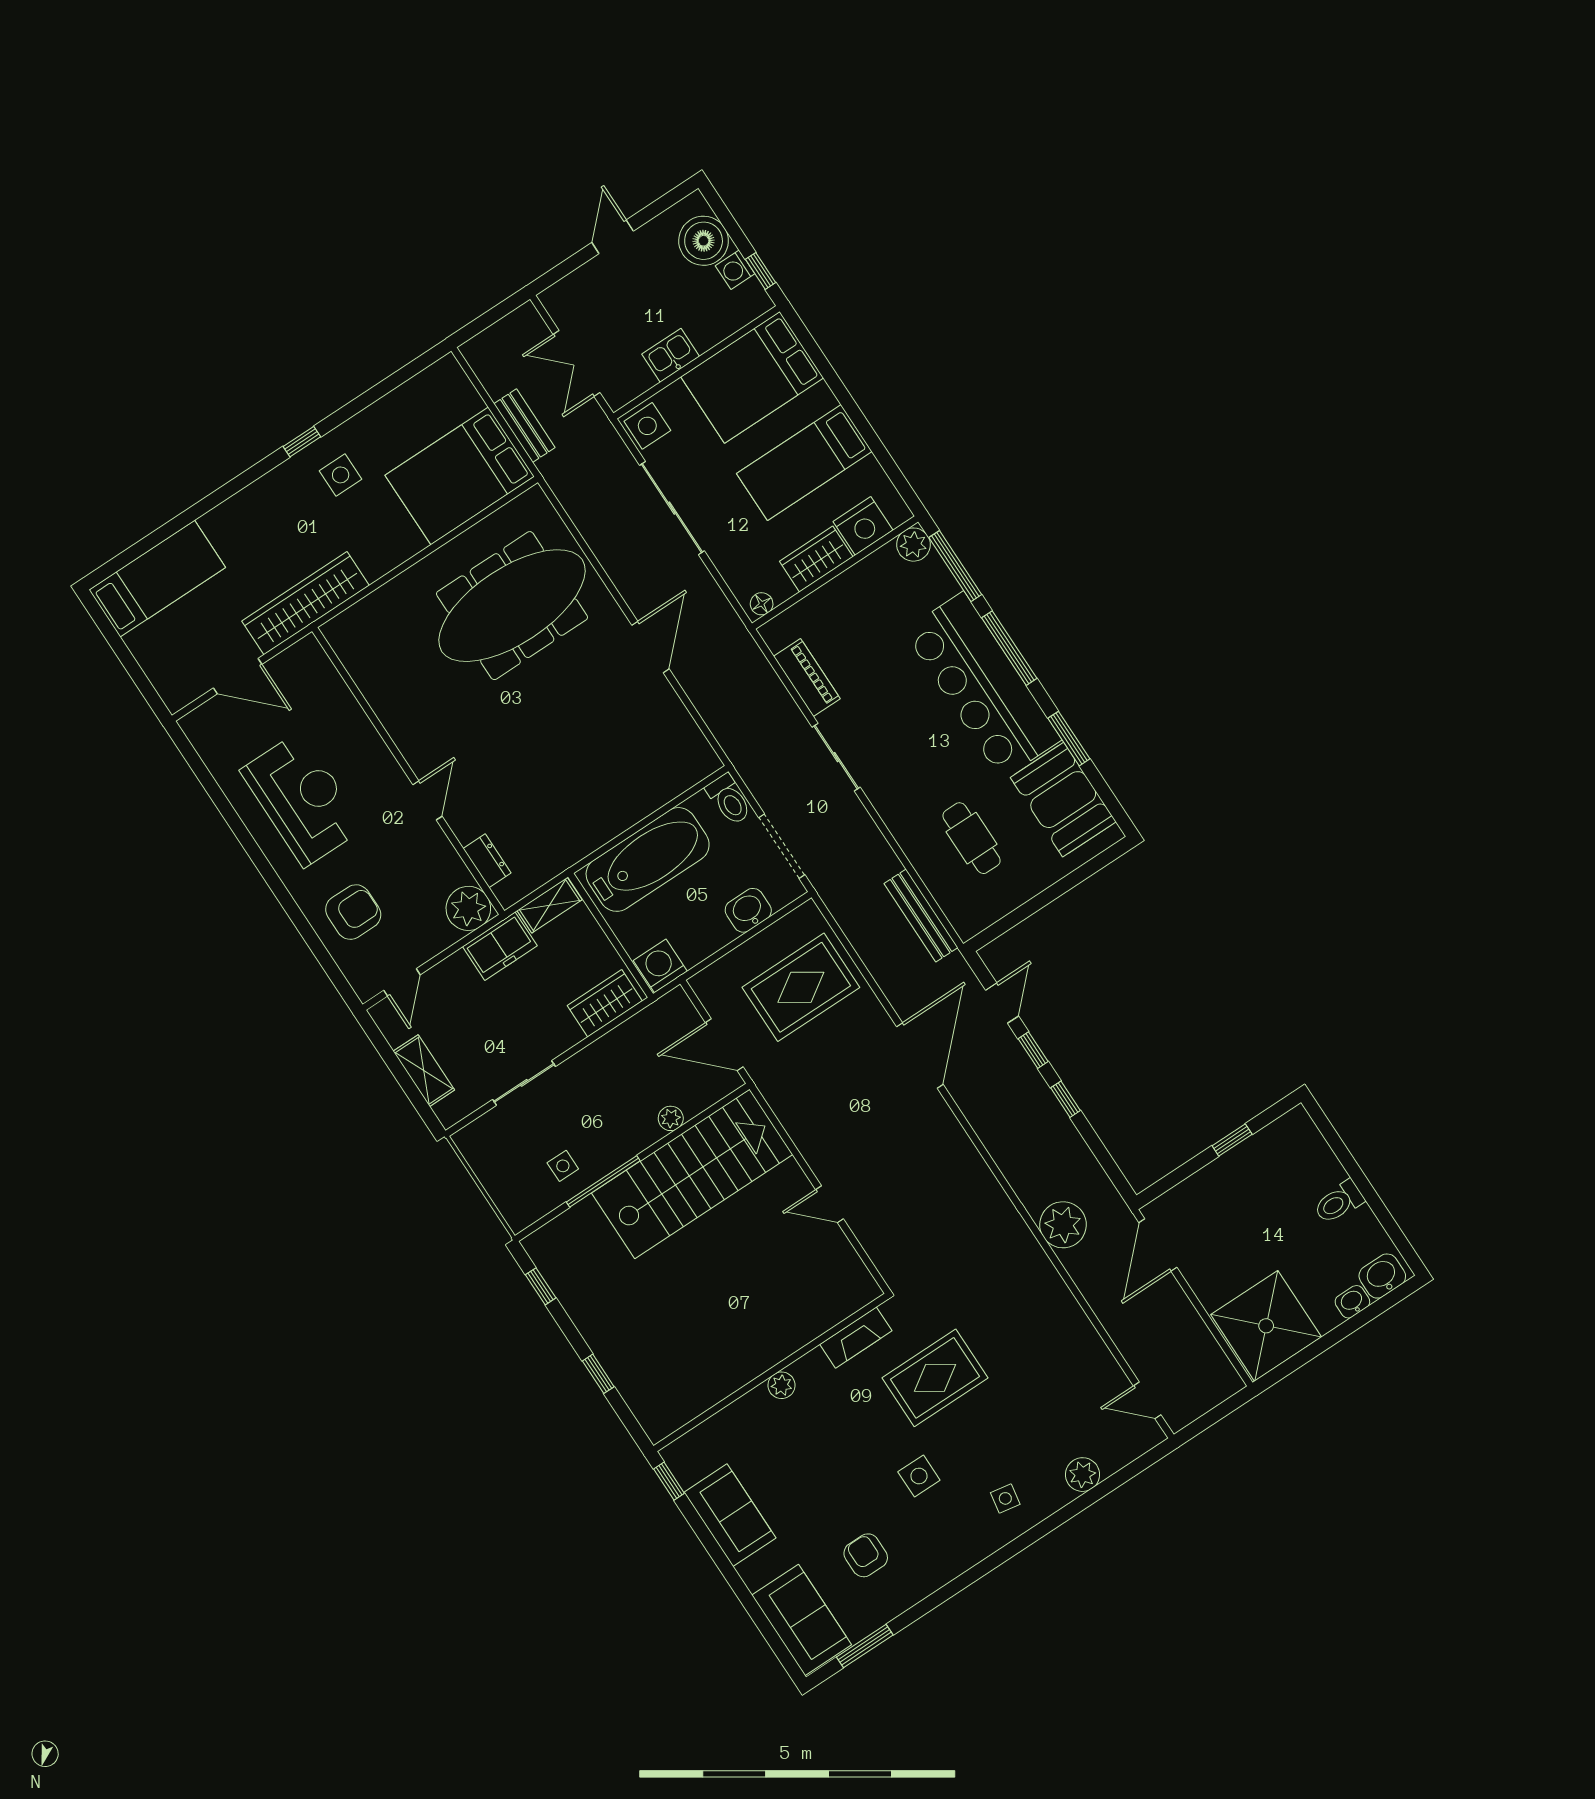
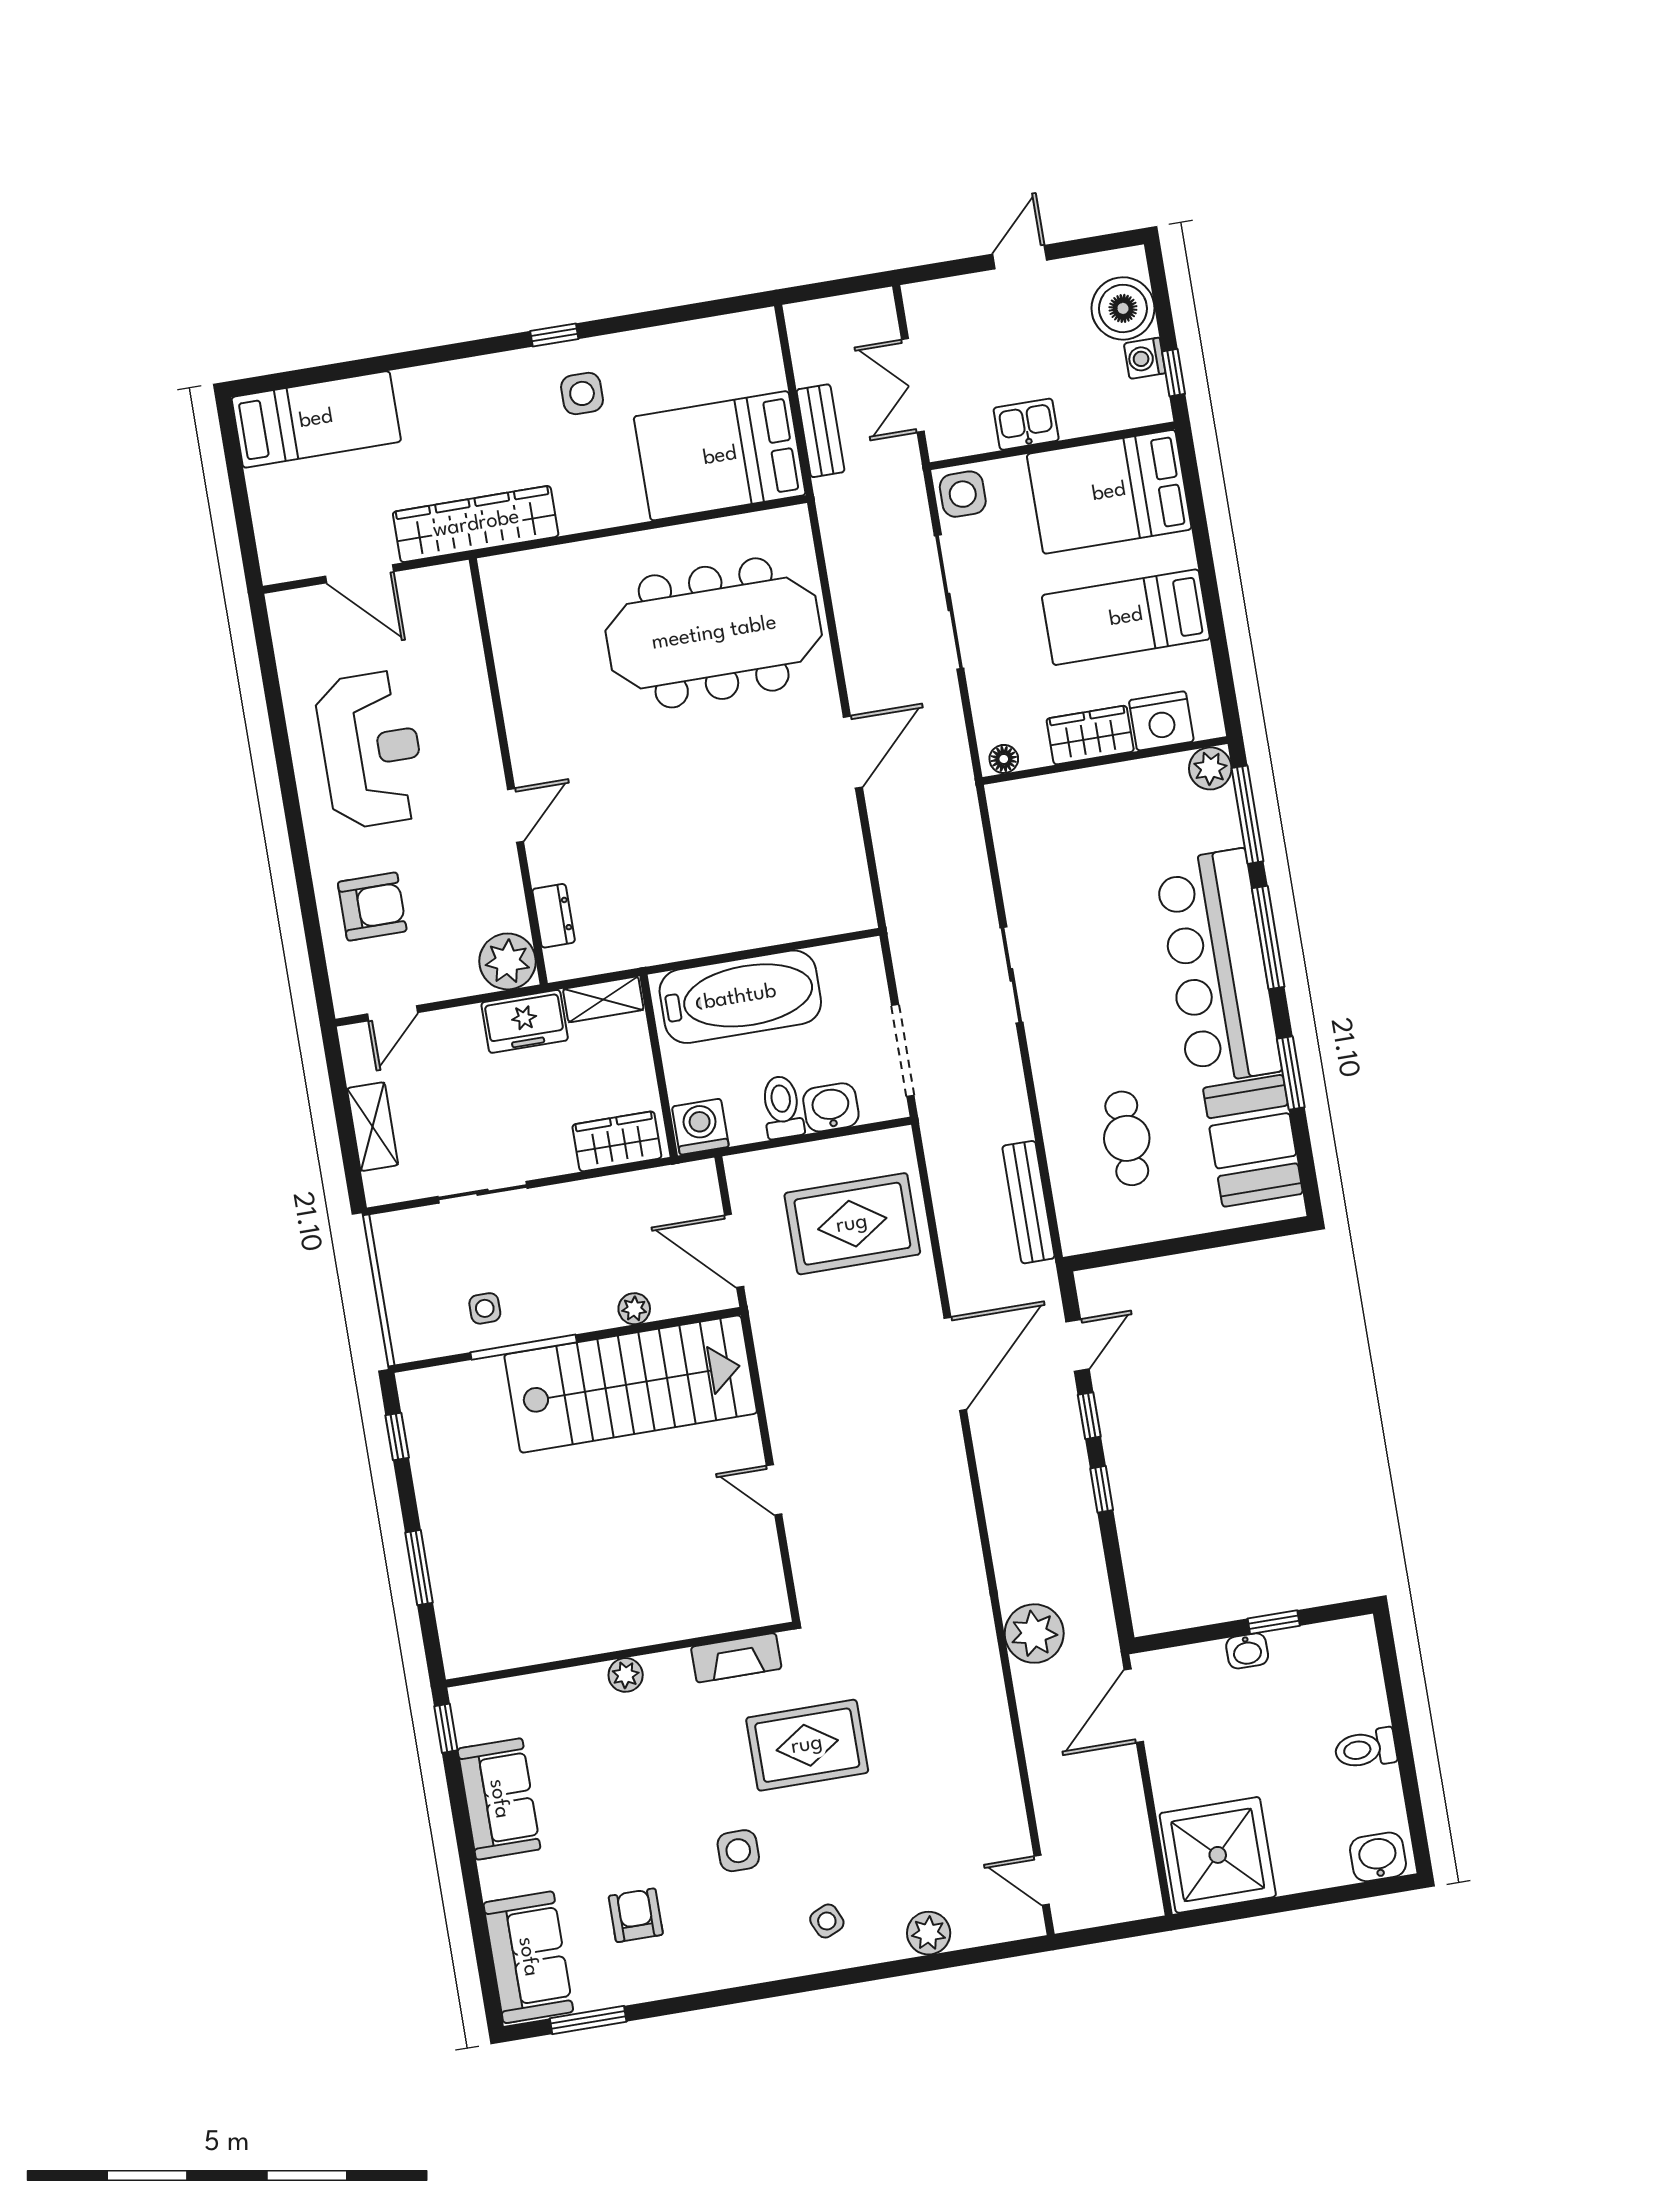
piano: (807, 678) -> (1018, 868), removed
toilet: (729, 800) -> (782, 1107), moved, turned 180
washbasin: (1352, 1302) -> (1247, 1651), moved, turned 180
window: (598, 1374) -> (419, 1568), width x1.50
side table: (1005, 1498) -> (827, 1921), turned -34

